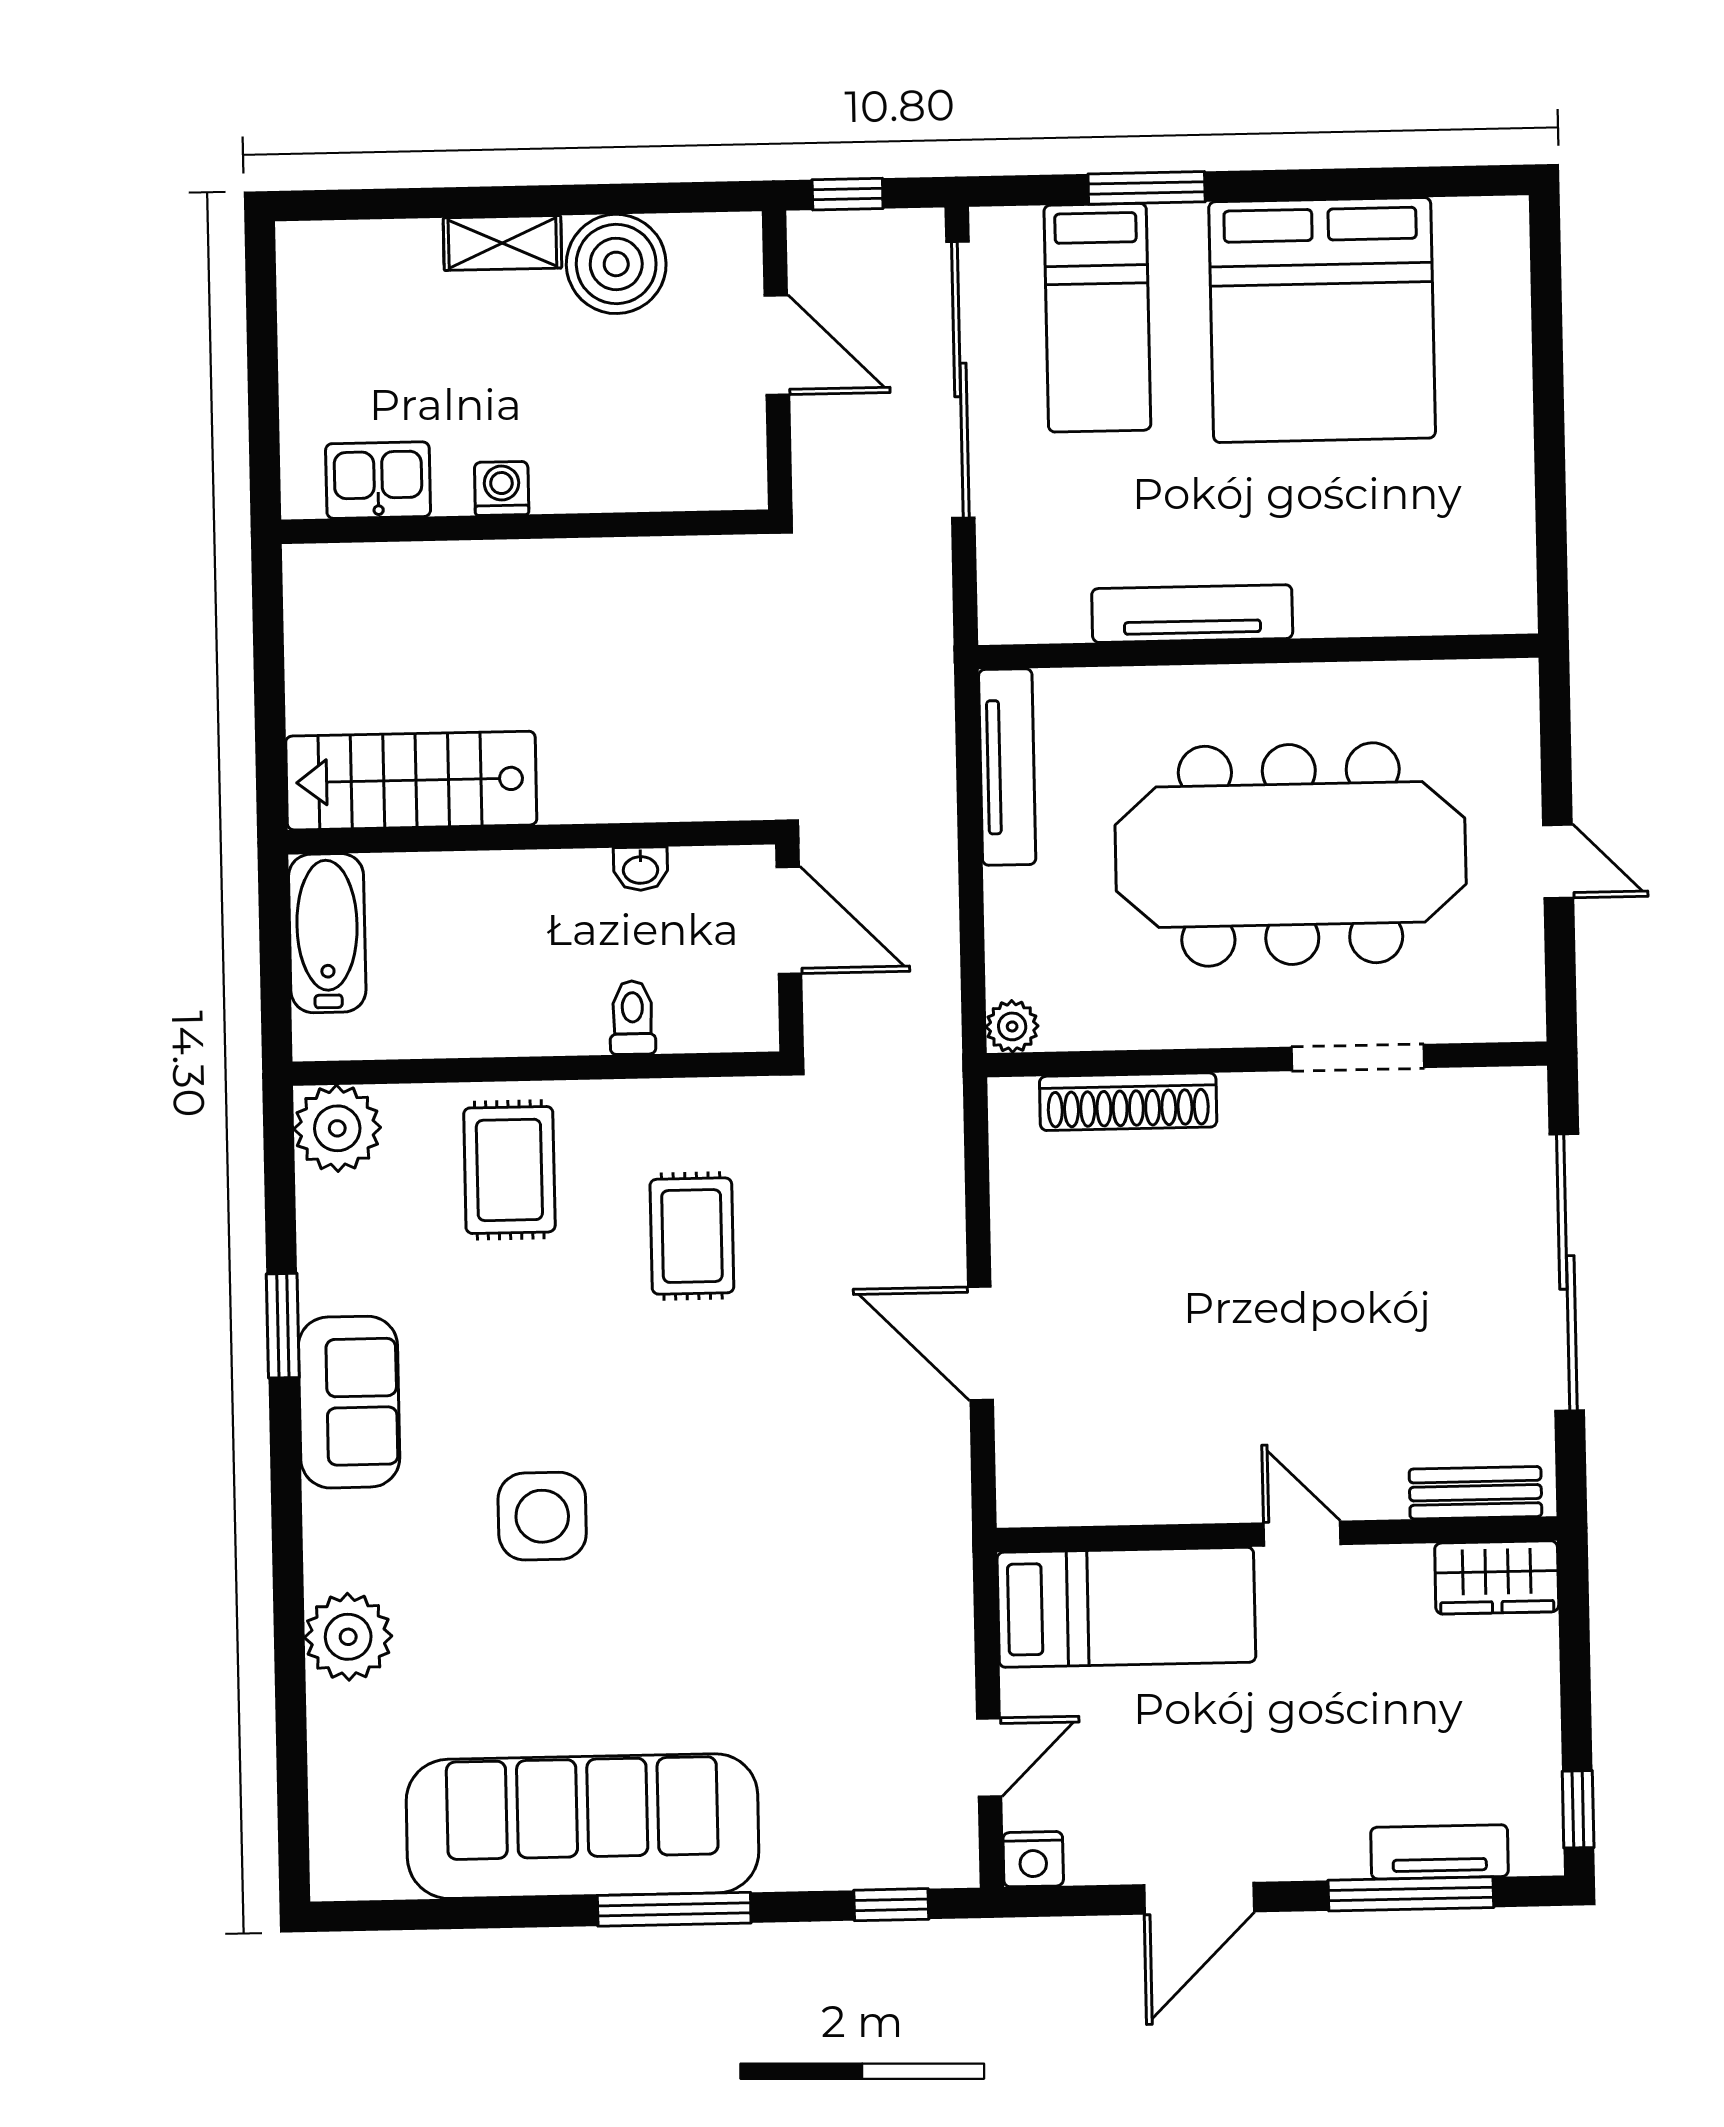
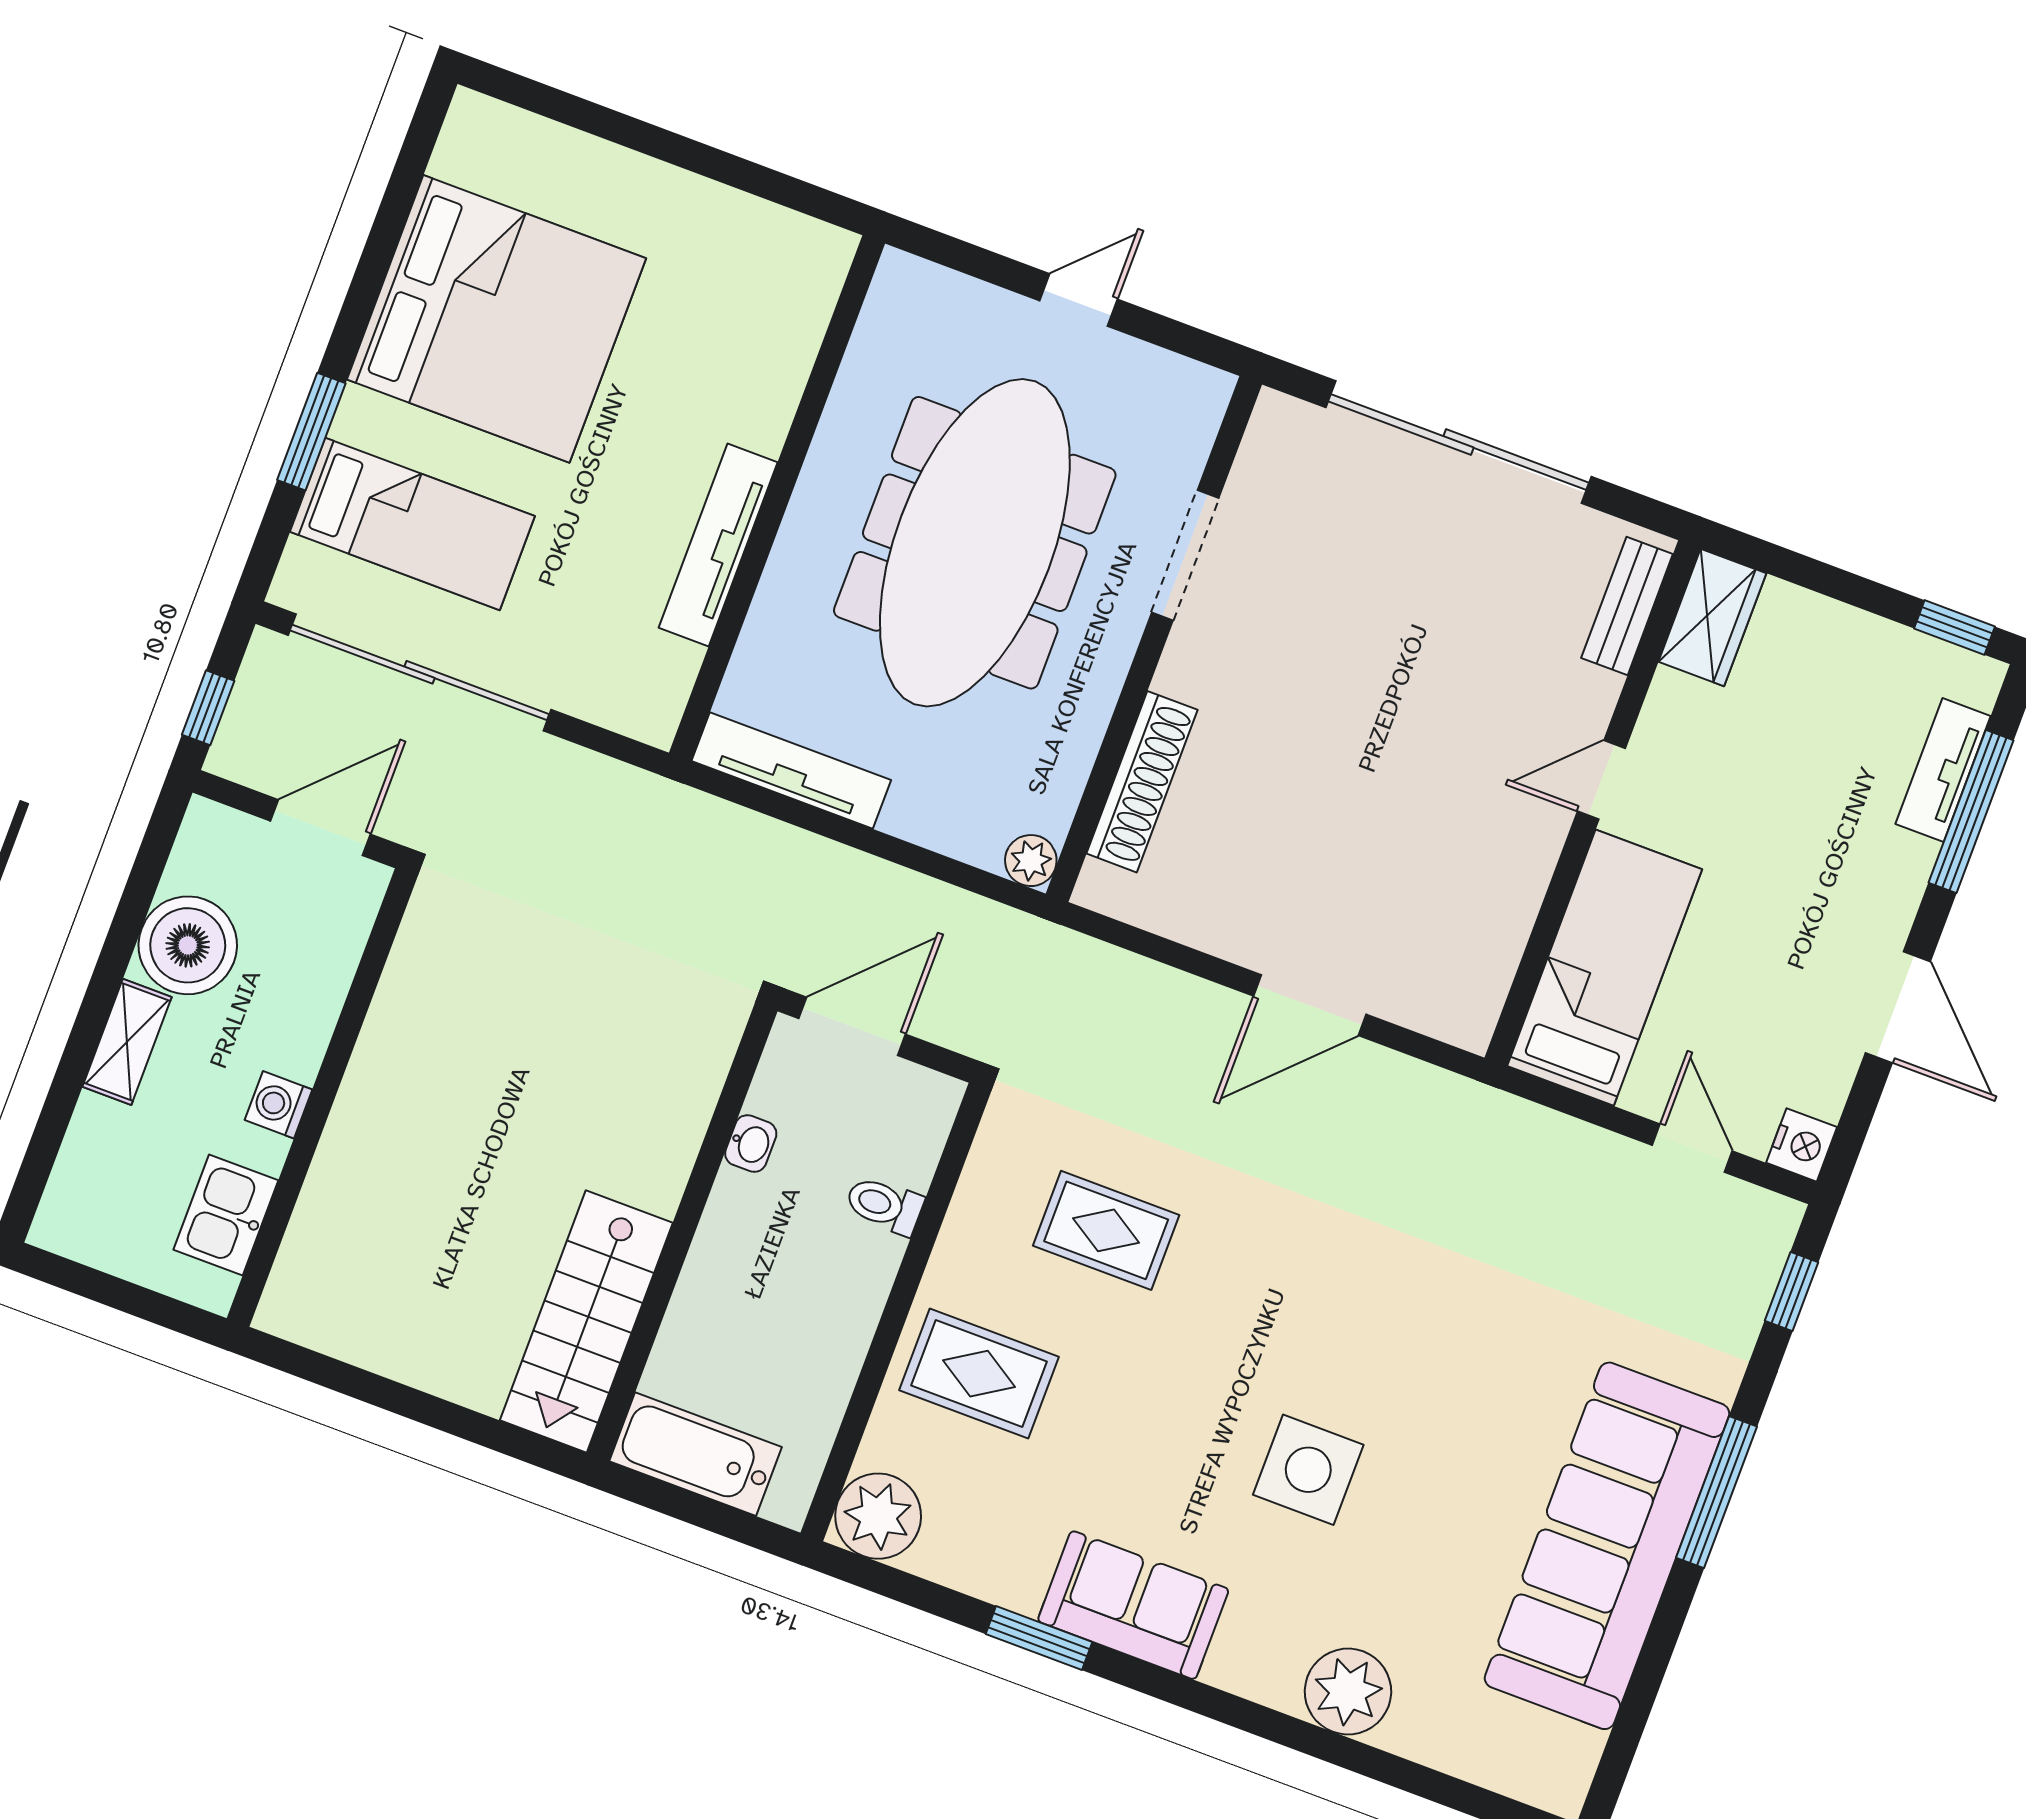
kitchen sink: (378, 480) -> (226, 1215), moved
washing machine: (502, 488) -> (278, 1105), moved
wall: (525, 527) -> (322, 1097), moved

